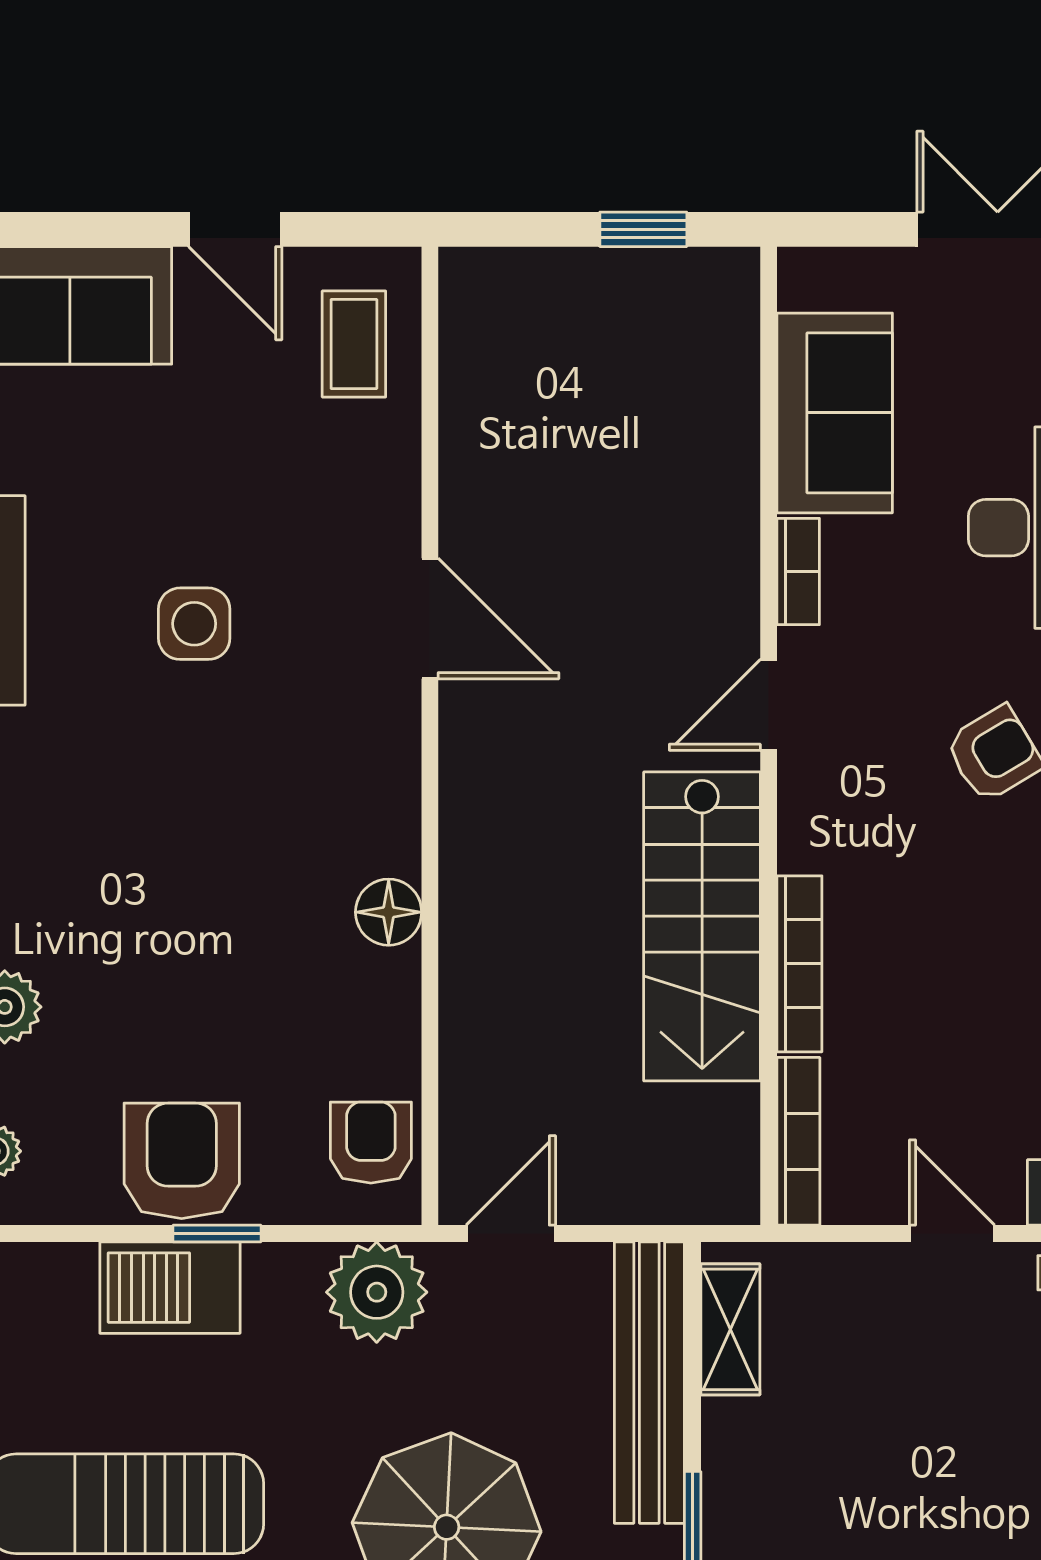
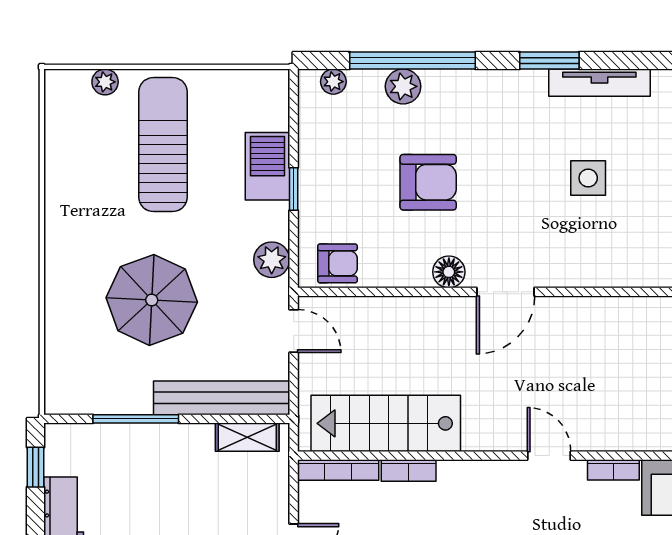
door: (430, 619) -> (506, 292), moved
stairs: (702, 926) -> (386, 423), moved
bookcase: (799, 964) -> (409, 470), width x0.64
armchair: (182, 1161) -> (428, 182), moved
plant: (377, 1292) -> (272, 260), width x0.73, depth x0.73

